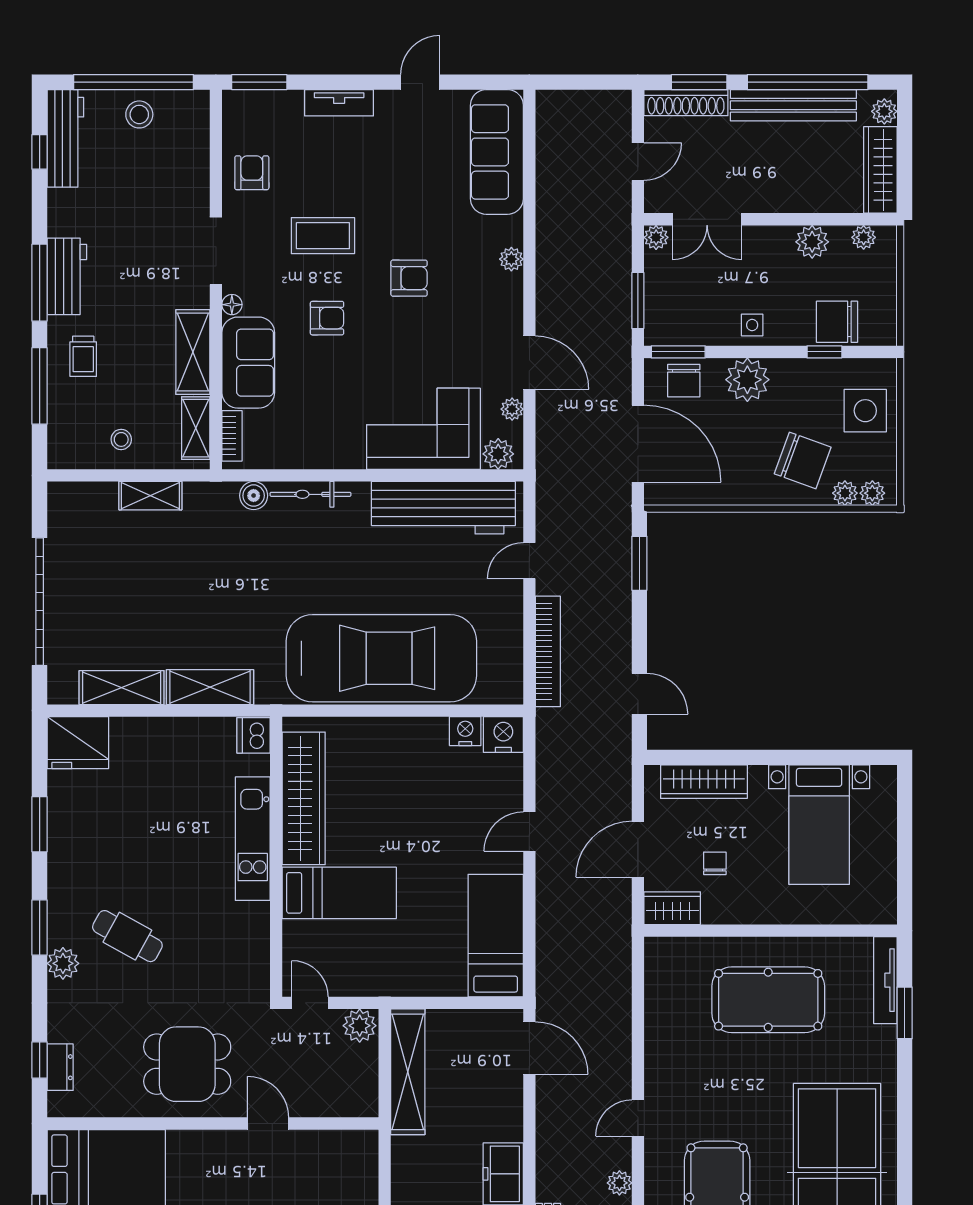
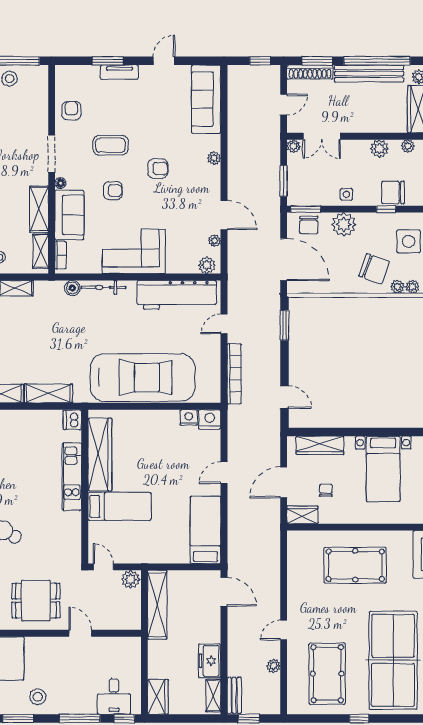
window: (259, 82) -> (108, 61), moved
window: (595, 82) -> (260, 61), added
corner sofa: (423, 429) -> (134, 251), moved

